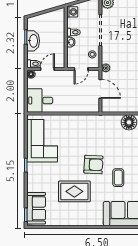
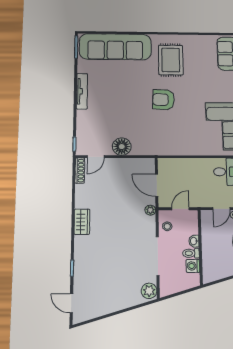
washing machine: (72, 12) -> (193, 266), moved
coffee table: (118, 178) -> (134, 85), removed
rug: (74, 191) -> (171, 60), moved, turned 90

